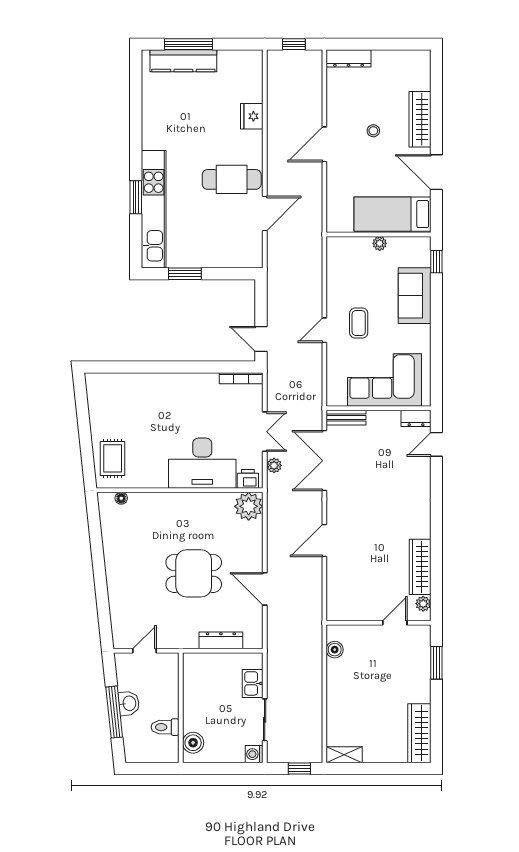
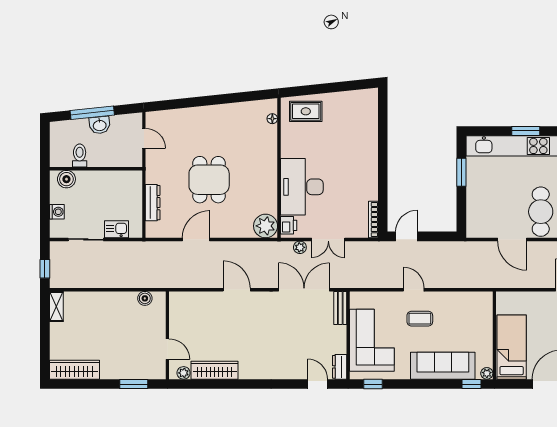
plant: (380, 243) -> (487, 373), moved
sofa: (415, 296) -> (443, 366), width x1.36
window: (436, 379) -> (373, 384), added
washing machine: (254, 754) -> (57, 212), moved, turned 90

